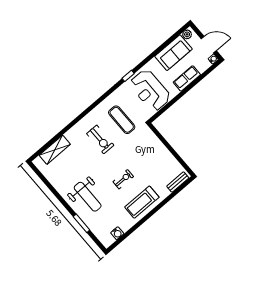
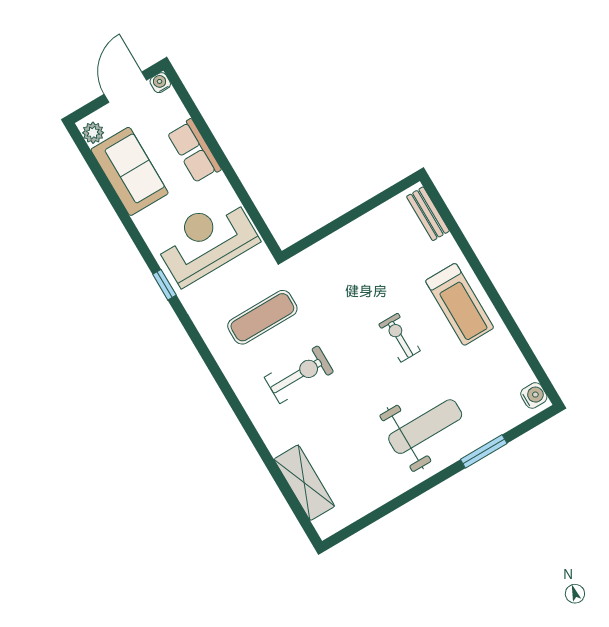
reception desk: (150, 90) -> (206, 240), turned 180
water cooler: (117, 233) -> (534, 395), moved

